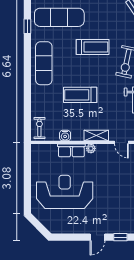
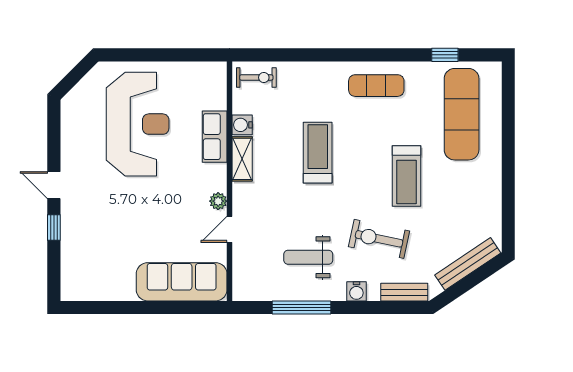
exercise mat: (44, 63) -> (376, 86), width x0.73, depth x0.69
shelving: (96, 136) -> (242, 159), moved
plant: (91, 148) -> (218, 201), moved

